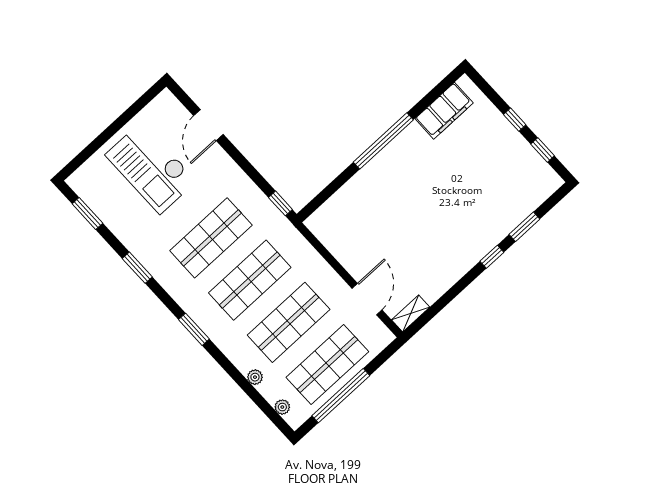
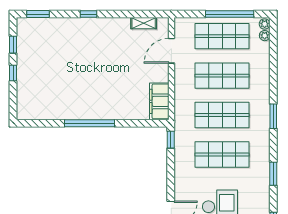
filing cabinet: (444, 111) -> (159, 101), moved, turned -90
window: (524, 227) -> (38, 14), moved
shelving: (411, 313) -> (144, 23), moved
plant: (255, 377) -> (265, 24), moved

